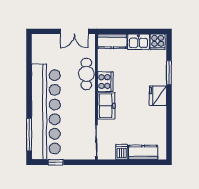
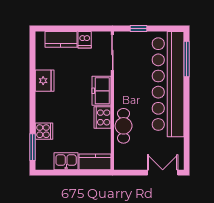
double door: (74, 31) -> (163, 173), moved
cooker: (158, 42) -> (44, 131), moved, turned 90
window: (169, 73) -> (33, 147), moved
fridge: (158, 96) -> (45, 81), moved
window: (56, 162) -> (139, 29), moved

